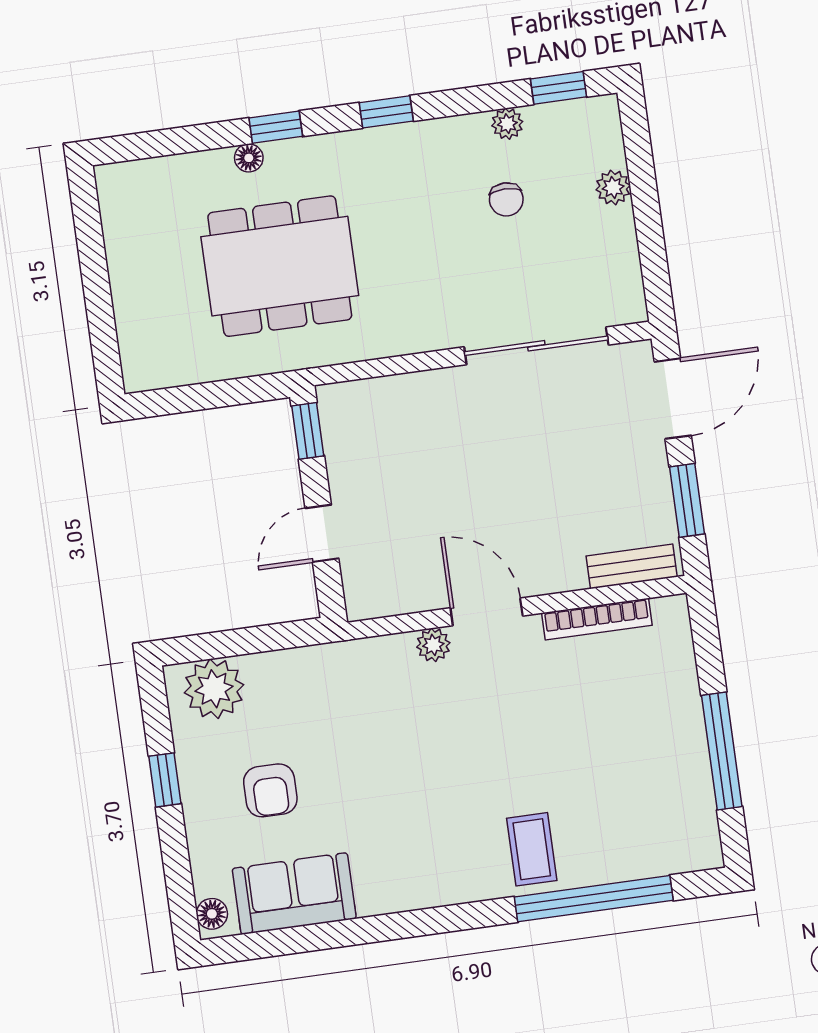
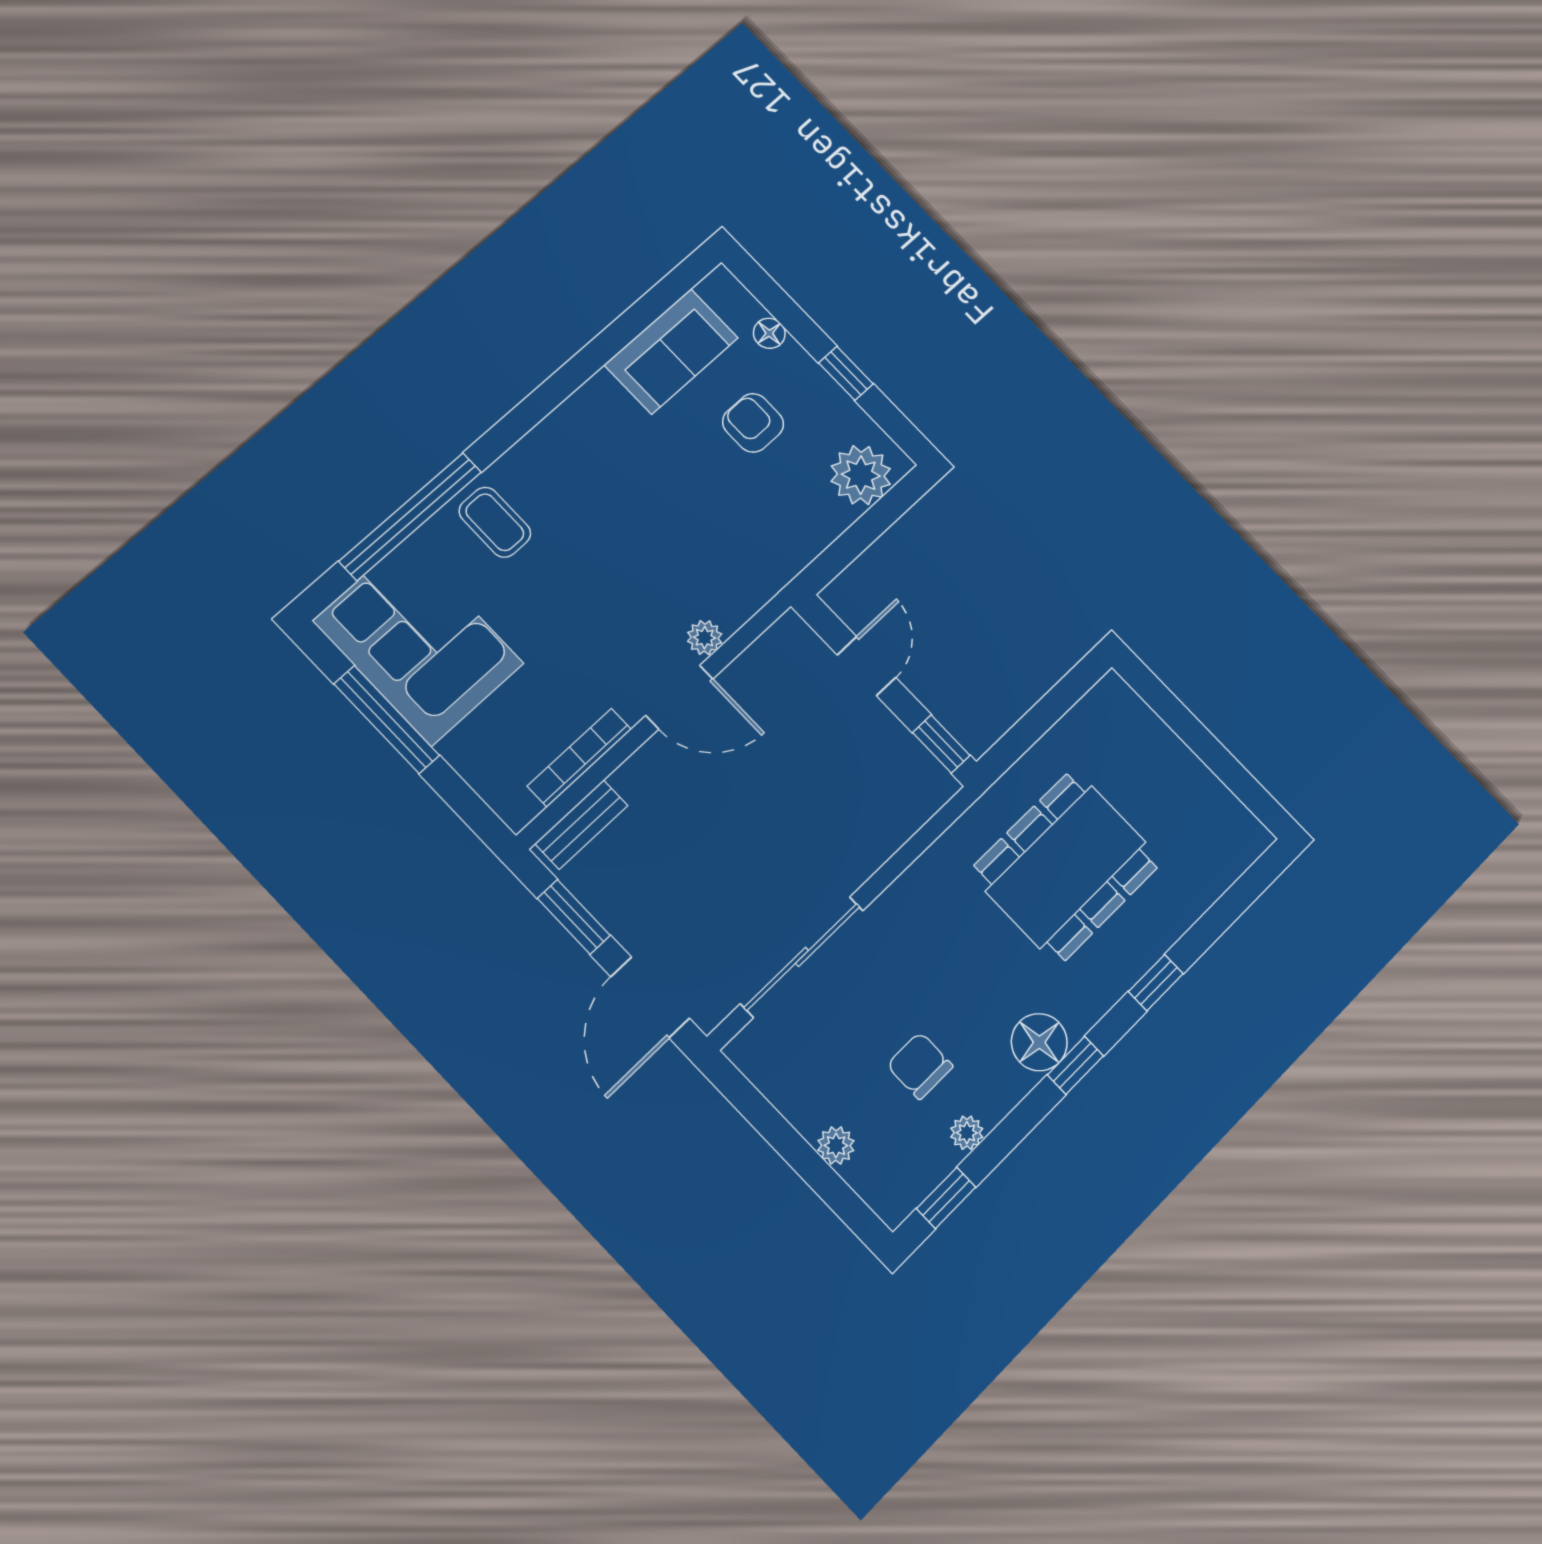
floor lamp: (249, 158) -> (1039, 1042), moved, width x1.89, depth x1.89
chair: (506, 199) -> (920, 1066), width x1.37, depth x1.37
corner sofa: (656, 795) -> (418, 642), added
floor lamp: (212, 914) -> (769, 333), moved

